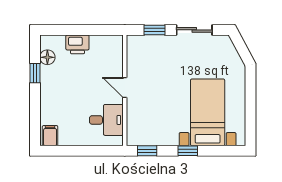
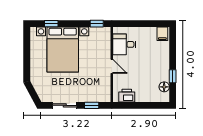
printer: (77, 44) -> (127, 96), moved
bed with nightstands: (208, 112) -> (63, 50), width x1.36
window: (188, 151) -> (51, 24), moved

